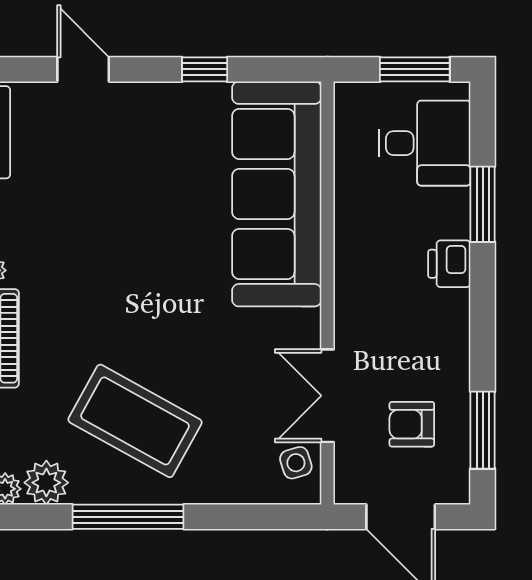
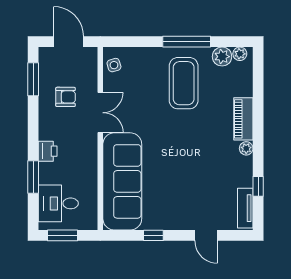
double door: (327, 396) -> (100, 113), moved
coffee table: (135, 421) -> (184, 83), turned 61
armchair: (412, 424) -> (66, 97), moved

